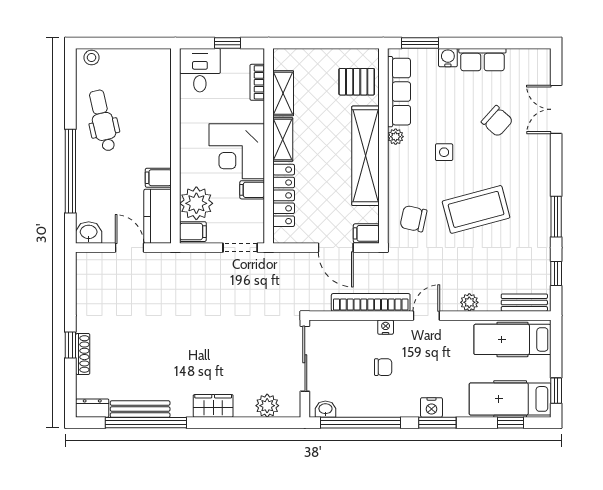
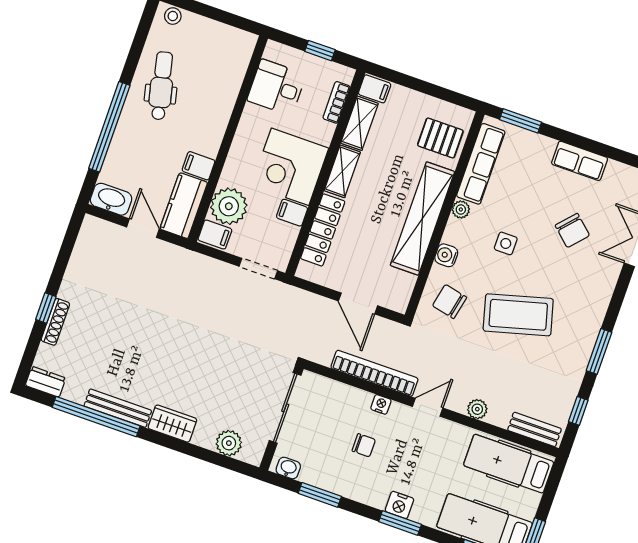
water cooler: (448, 58) -> (446, 255), moved, turned -90
desk: (200, 70) -> (277, 87), moved, turned -90
washbasin: (89, 233) -> (111, 199), width x1.38
filing cabinet: (366, 233) -> (375, 89), moved, turned 180
bench: (140, 409) -> (118, 408), moved
window: (360, 423) -> (320, 495), width x0.47

